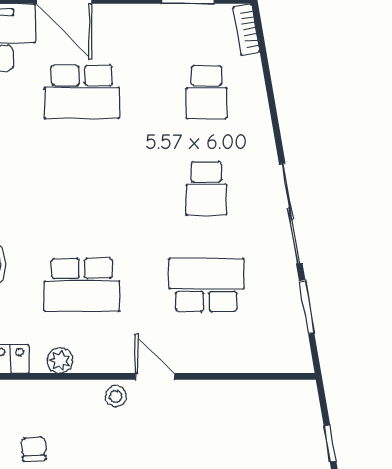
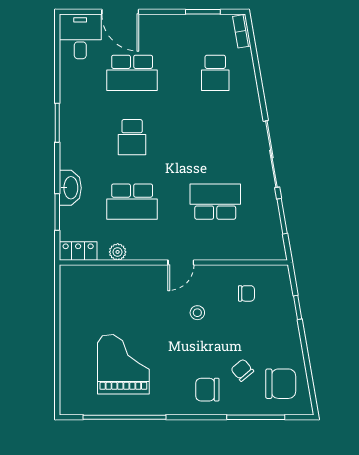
school desk: (206, 188) -> (132, 137), moved
door: (155, 376) -> (181, 263), swing flipped
stool: (116, 396) -> (197, 313), moved
chair: (34, 449) -> (246, 293), moved, turned 94

